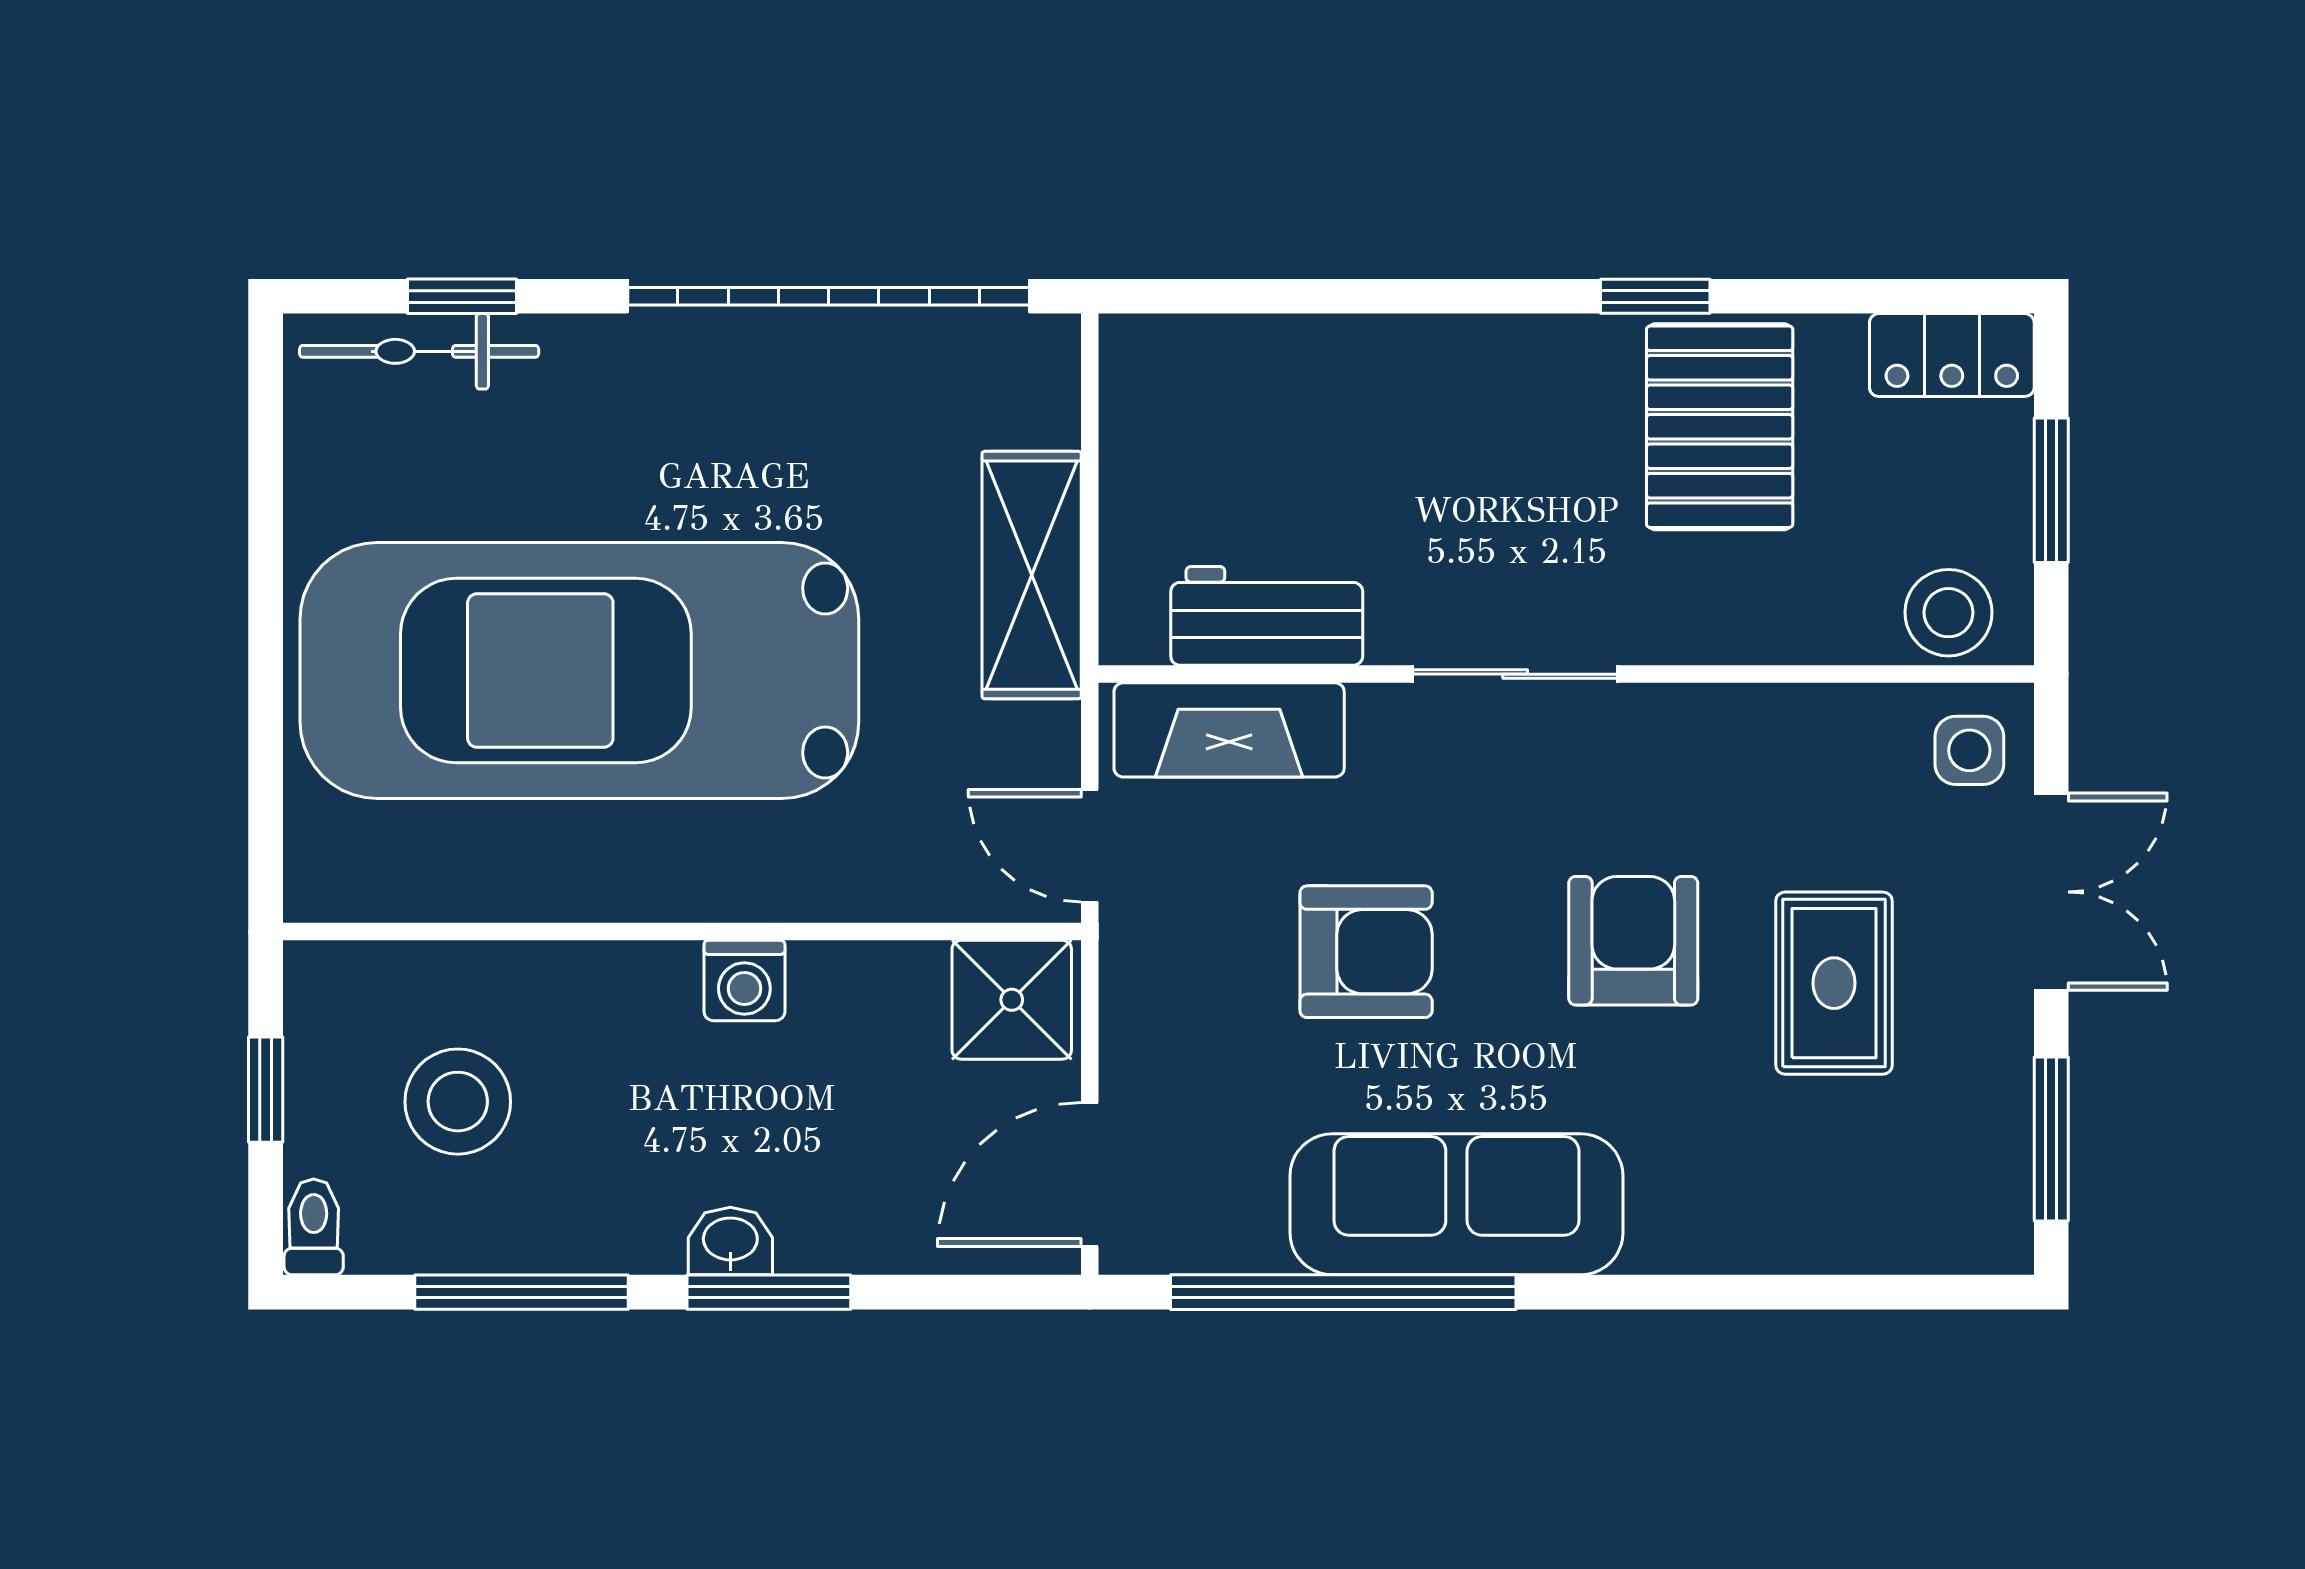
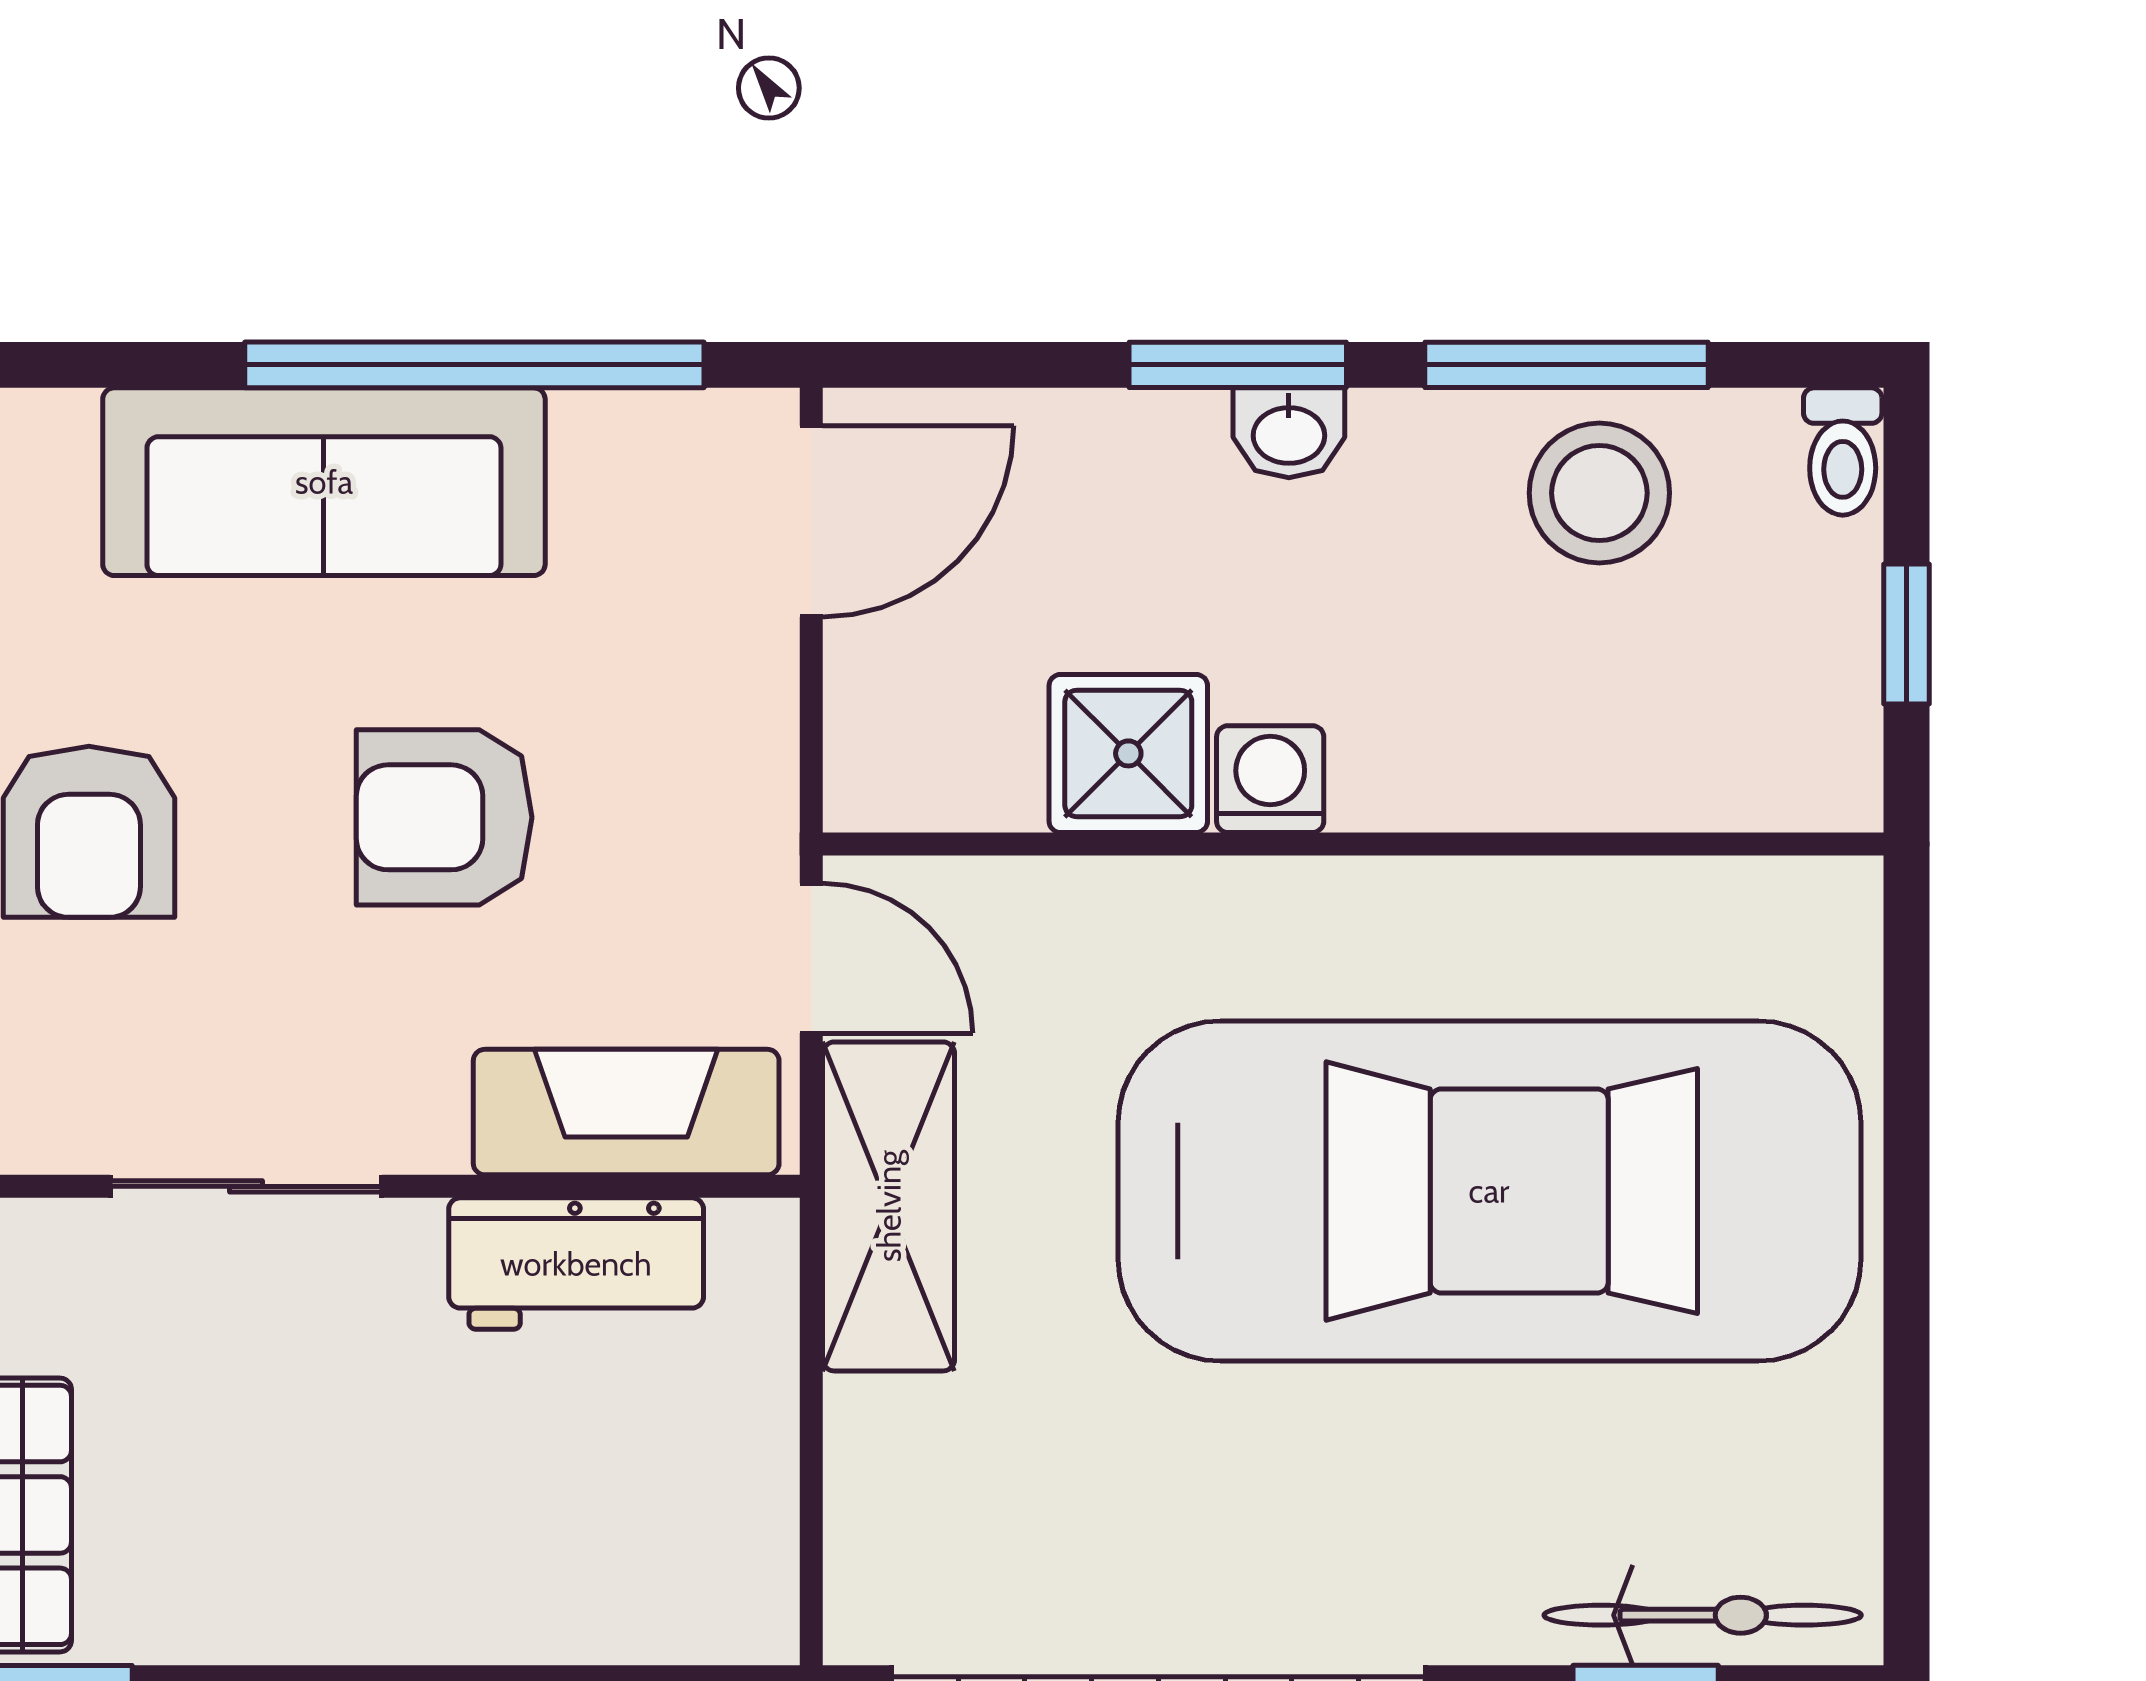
shelving: (1032, 575) -> (889, 1206), moved
shower: (1012, 1000) -> (1128, 753), moved
stool: (458, 1102) -> (1599, 493), moved

